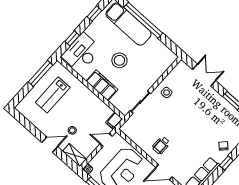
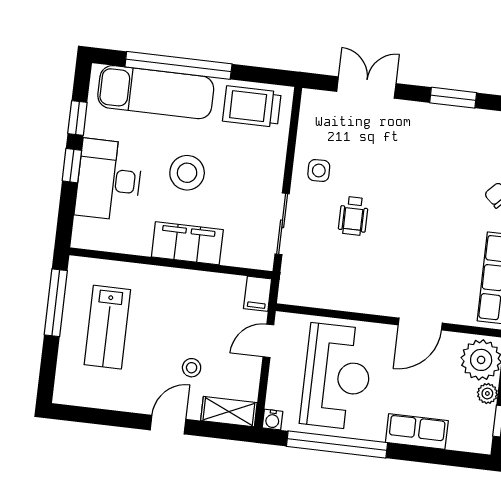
window: (72, 38) -> (72, 166), moved
desk: (82, 53) -> (109, 180), moved
trolley: (159, 53) -> (252, 107), added
wheelchair: (161, 145) -> (353, 216), moved

